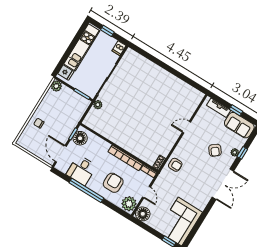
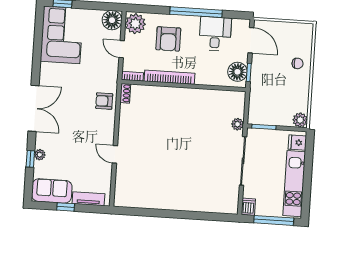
window: (107, 31) -> (274, 220), width x2.17
door: (187, 127) -> (115, 154), swing flipped
armchair: (215, 150) -> (65, 145), removed
double door: (223, 184) -> (34, 108), swing flipped

